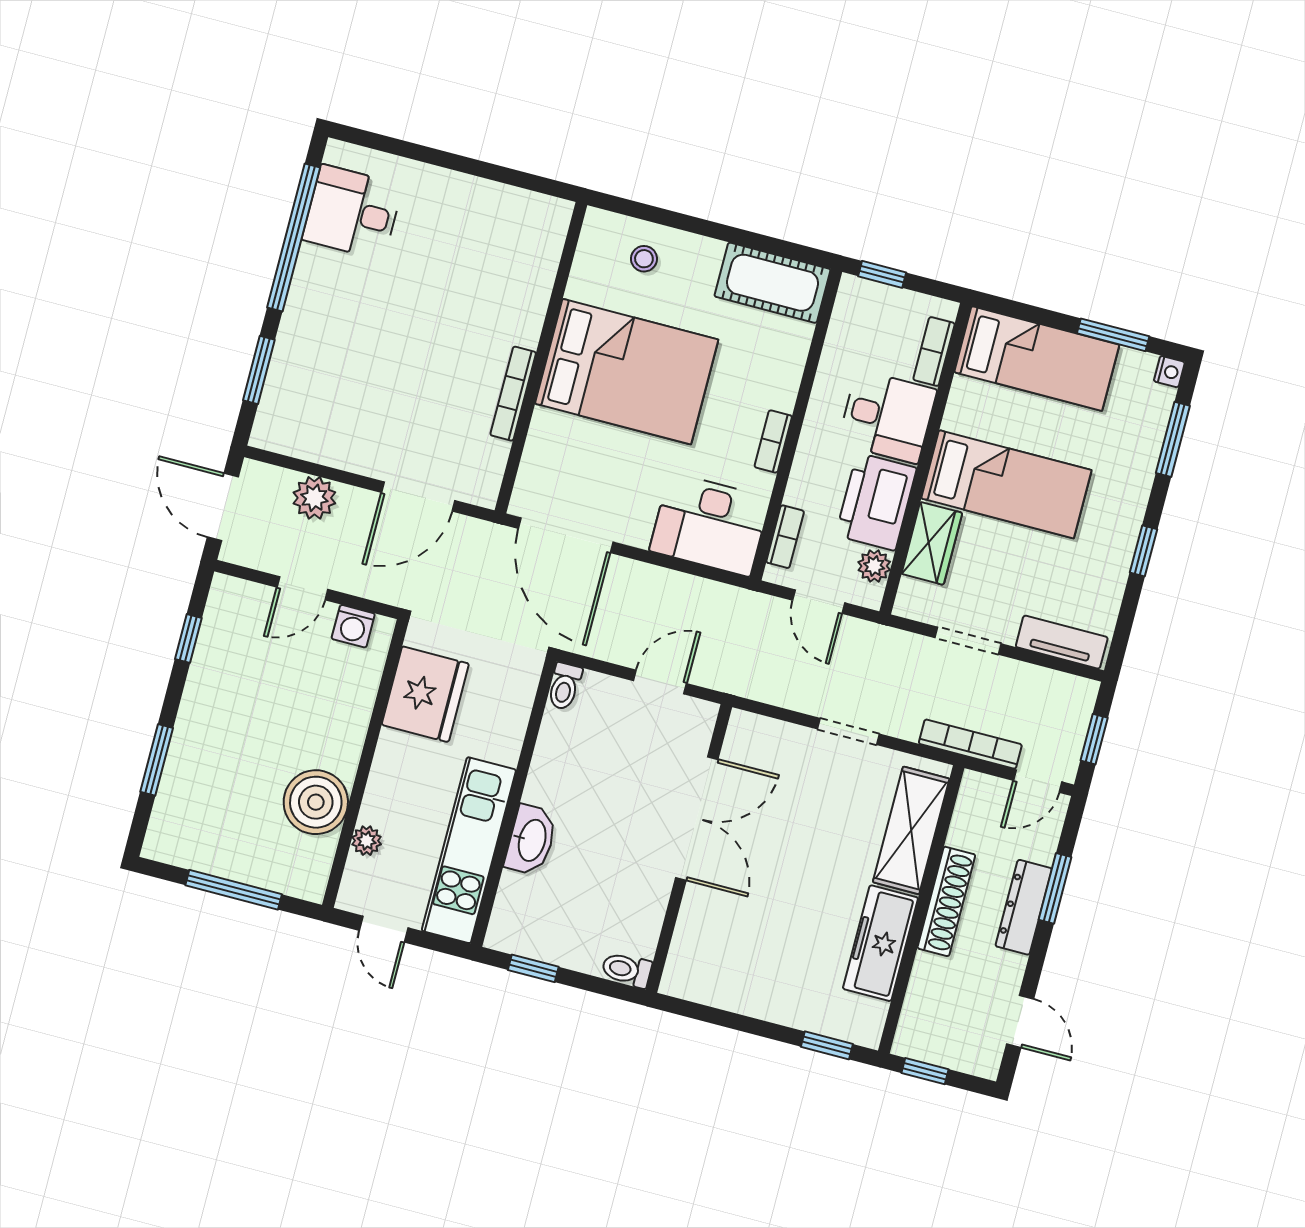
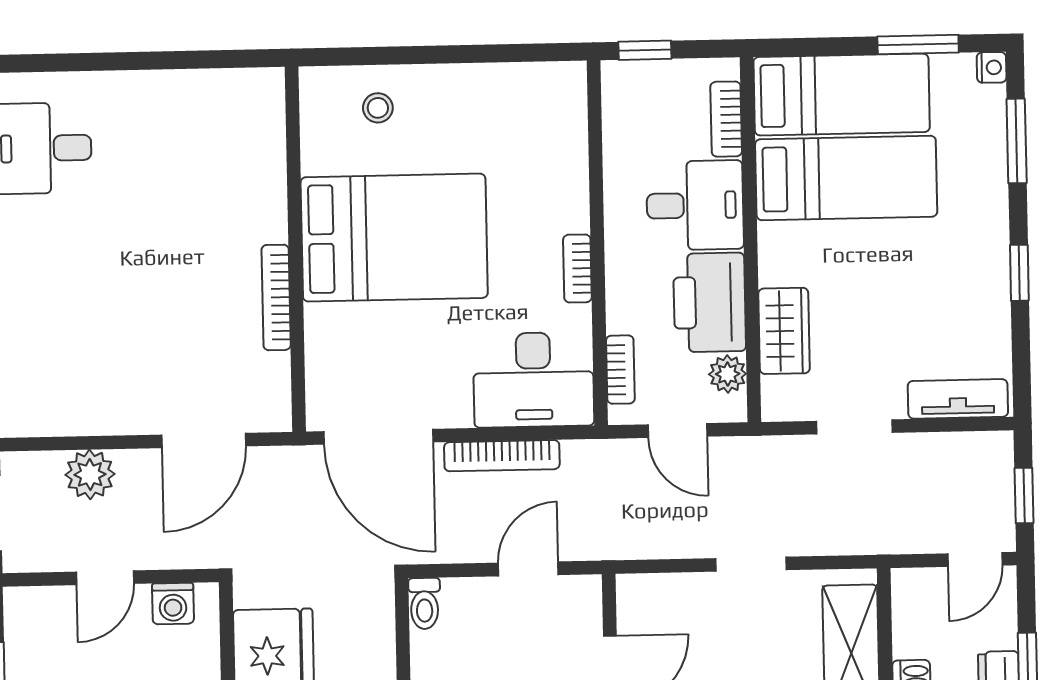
cot: (772, 283) -> (527, 94), removed
bed: (1006, 484) -> (846, 178), moved
bookcase: (970, 744) -> (502, 456), moved, turned 180

